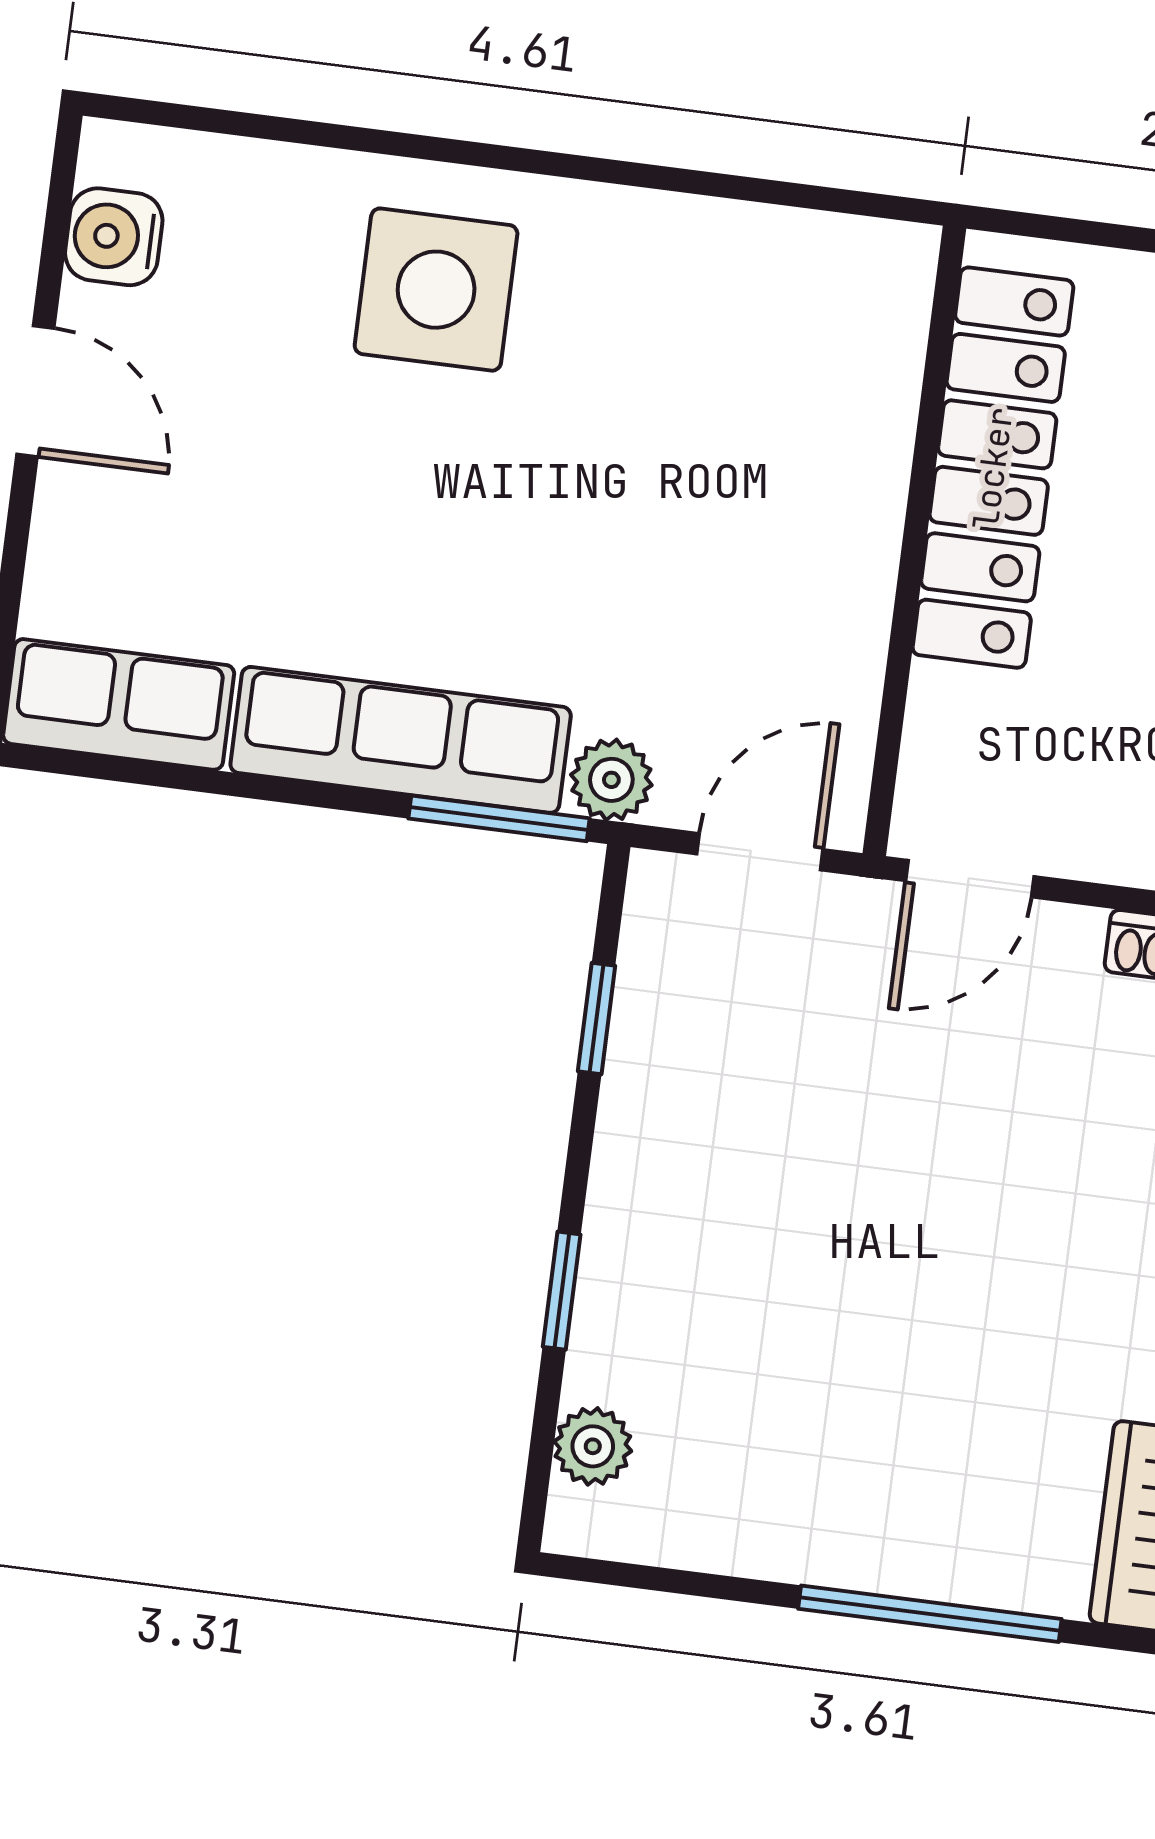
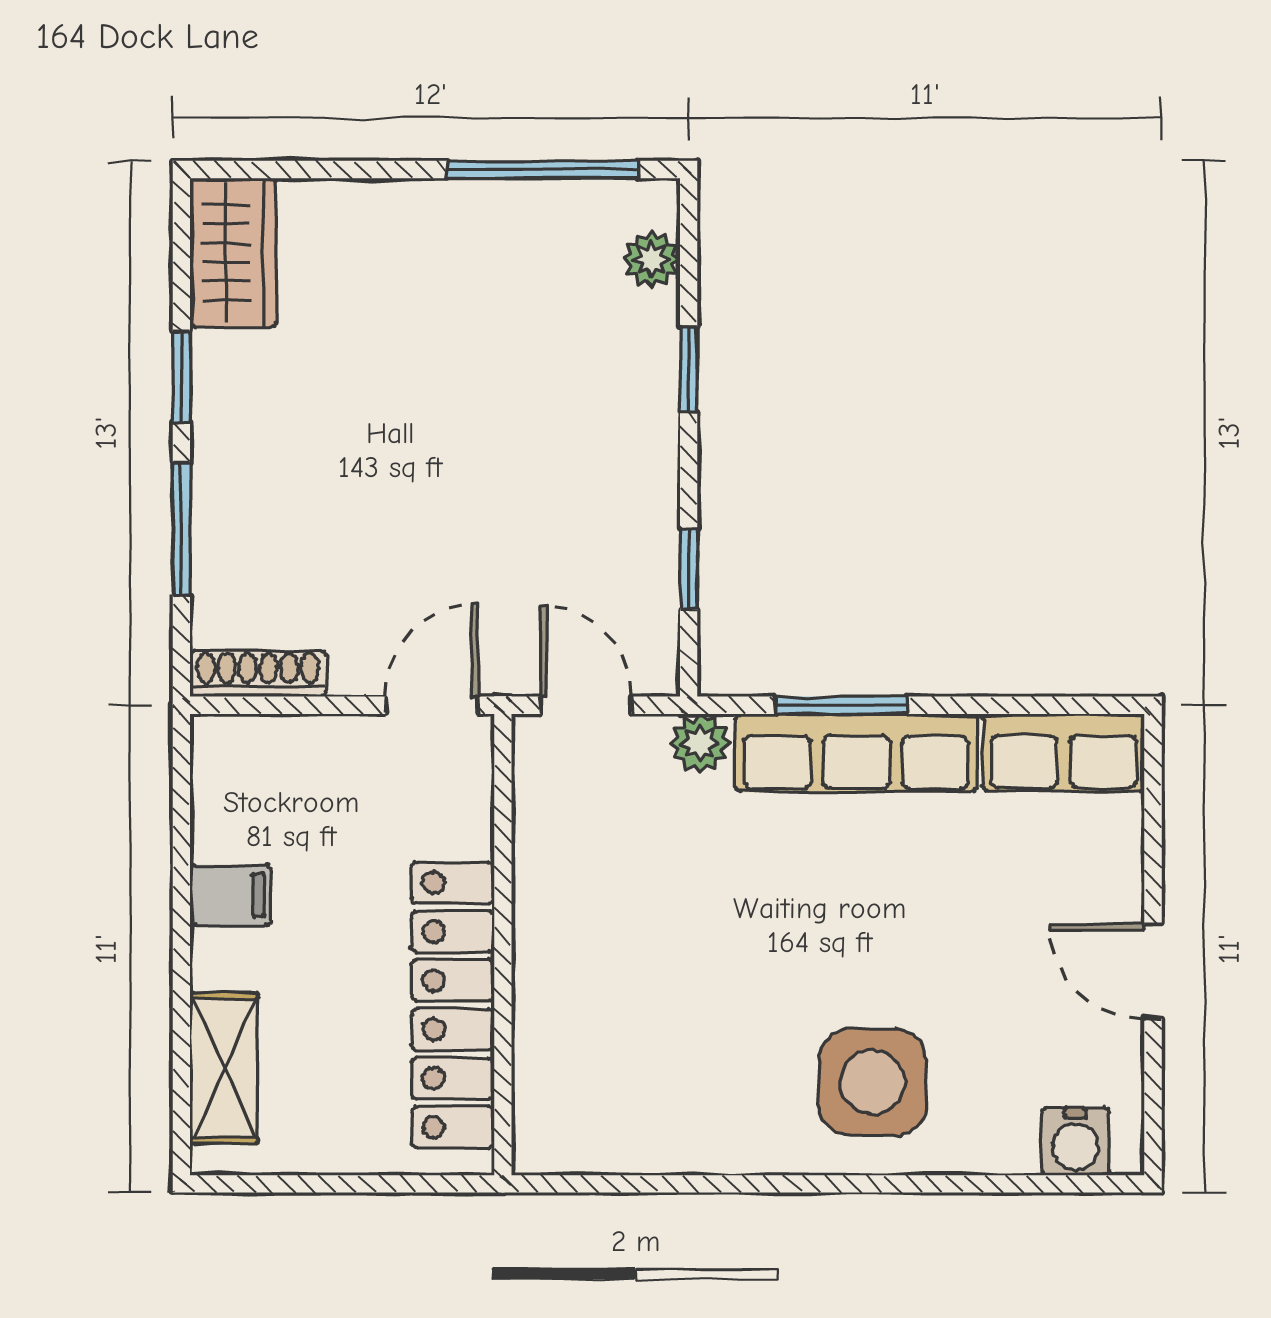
water cooler: (114, 237) -> (1075, 1141), moved, turned 90
window: (499, 818) -> (841, 705), moved
door: (760, 852) -> (586, 705), swing flipped
window: (930, 1614) -> (543, 169), moved

